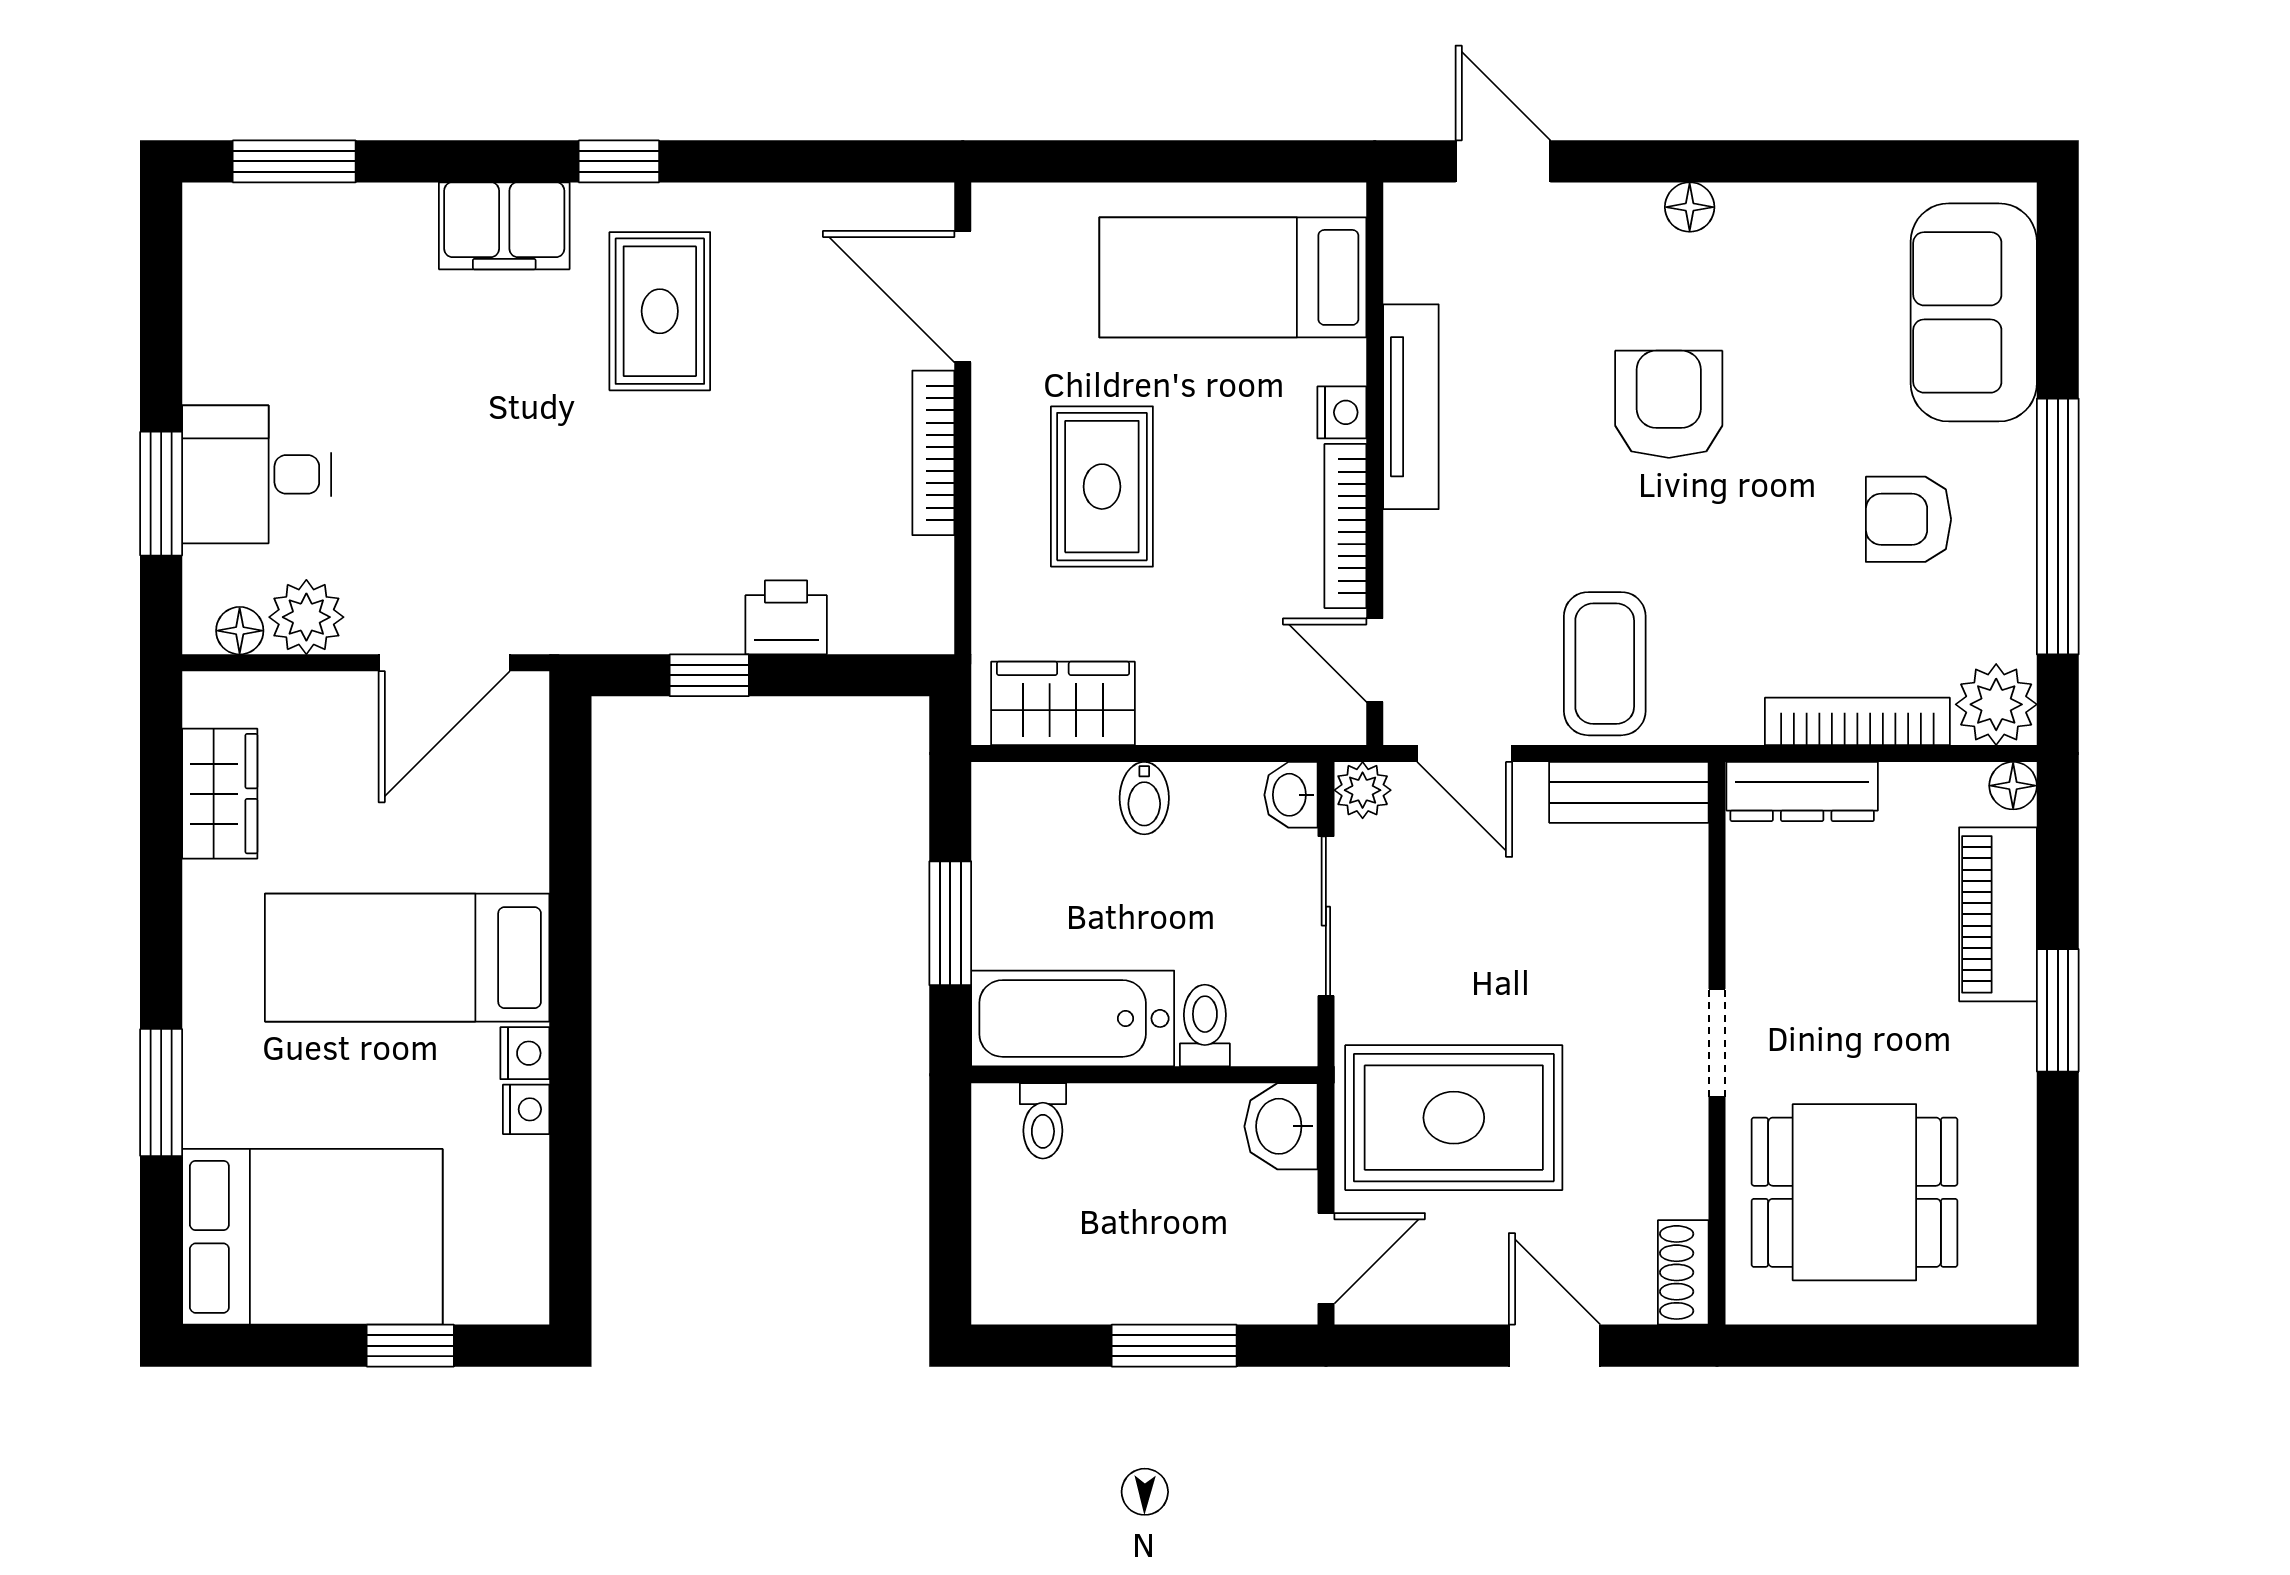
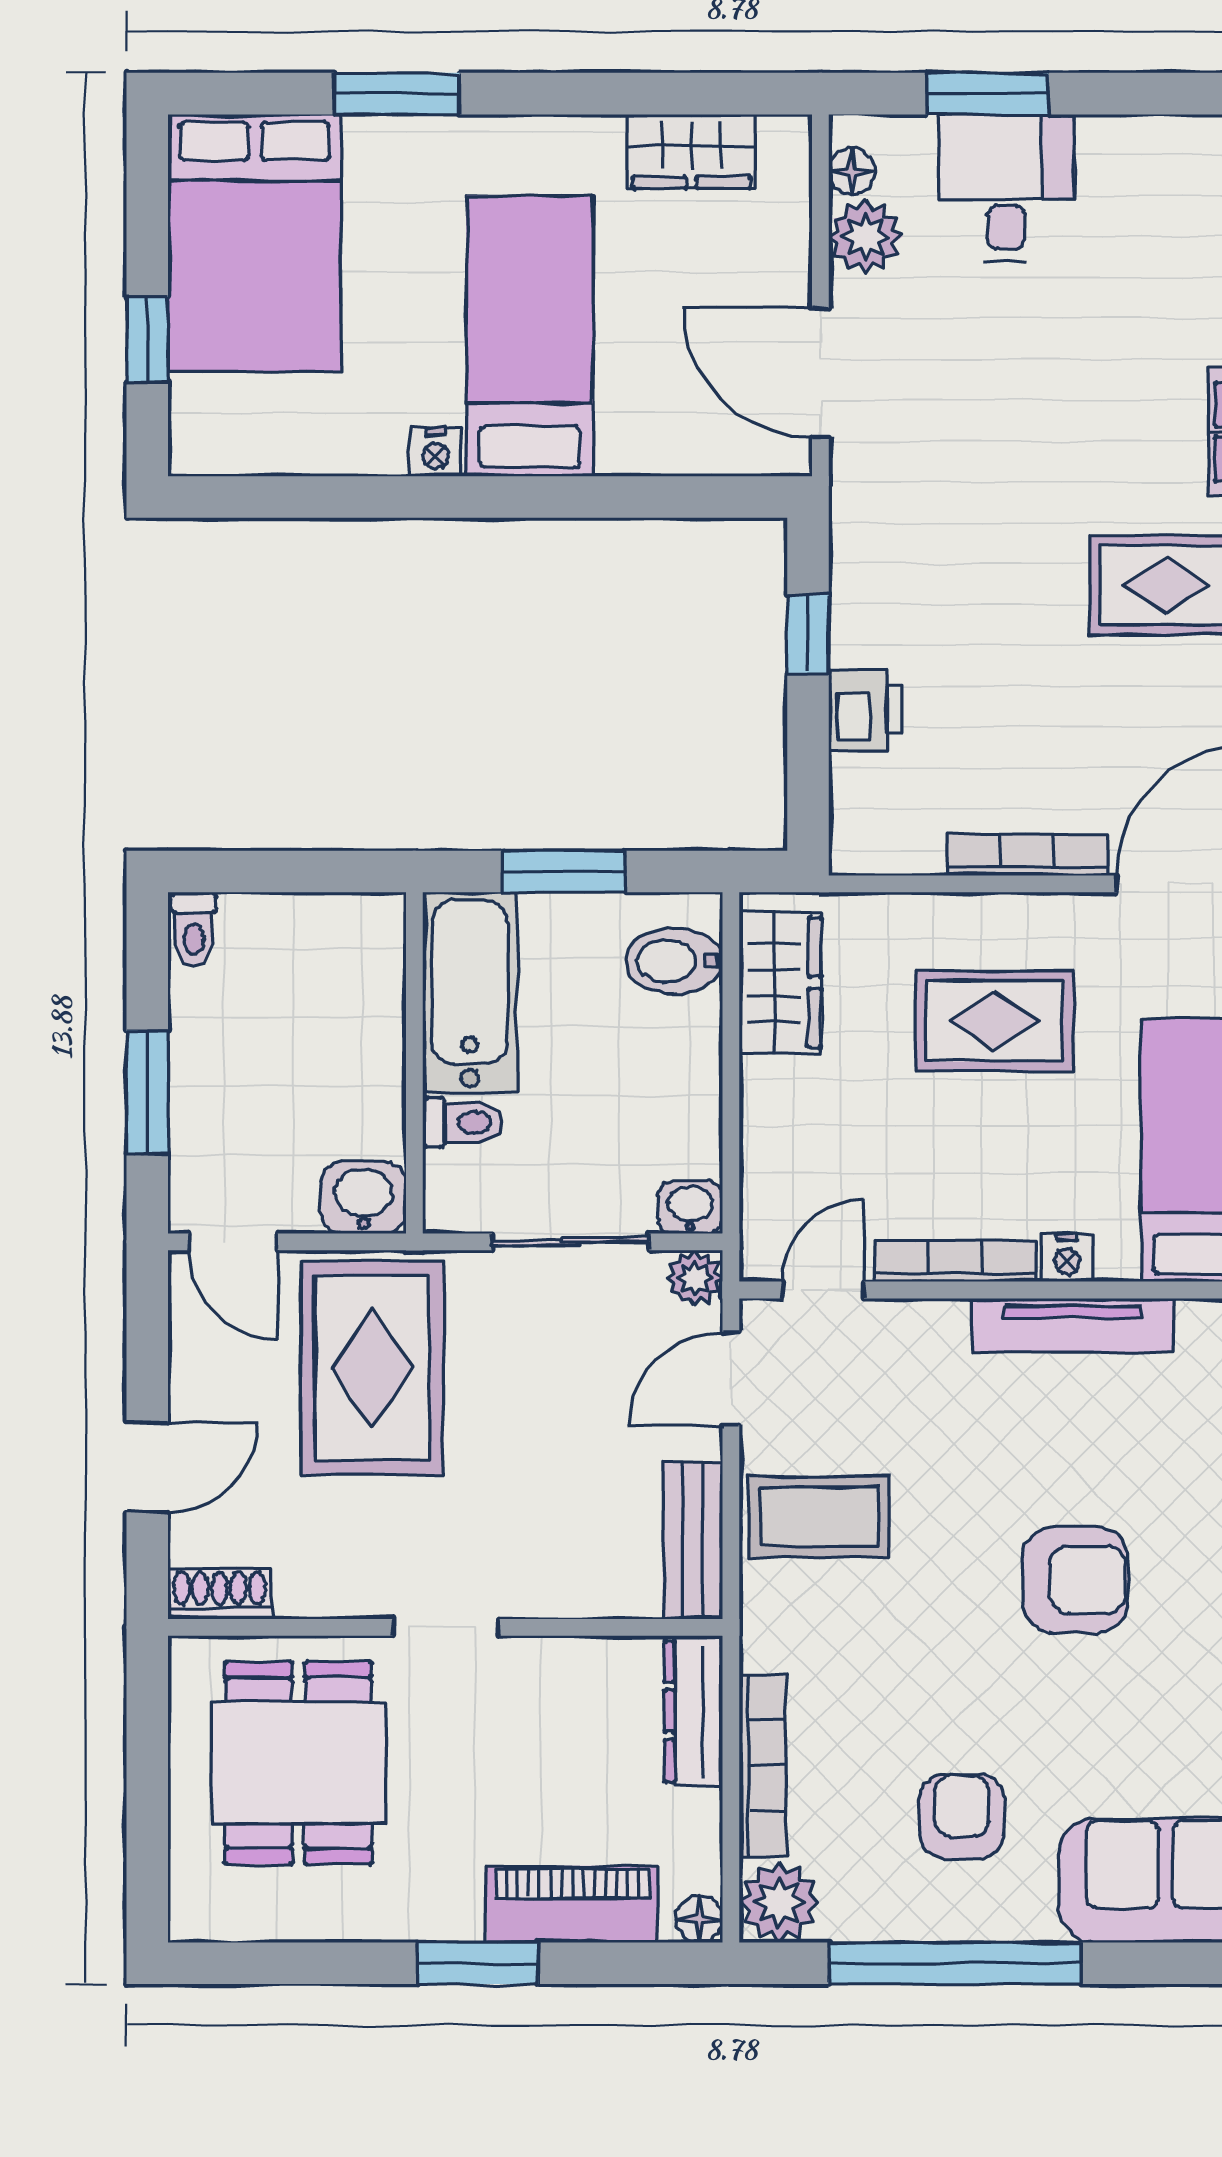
bidet: (1144, 798) -> (674, 961), moved, width x1.38, depth x1.36
nightstand: (526, 1109) -> (380, 453), removed
toilet: (1043, 1121) -> (194, 929), moved, turned -90

